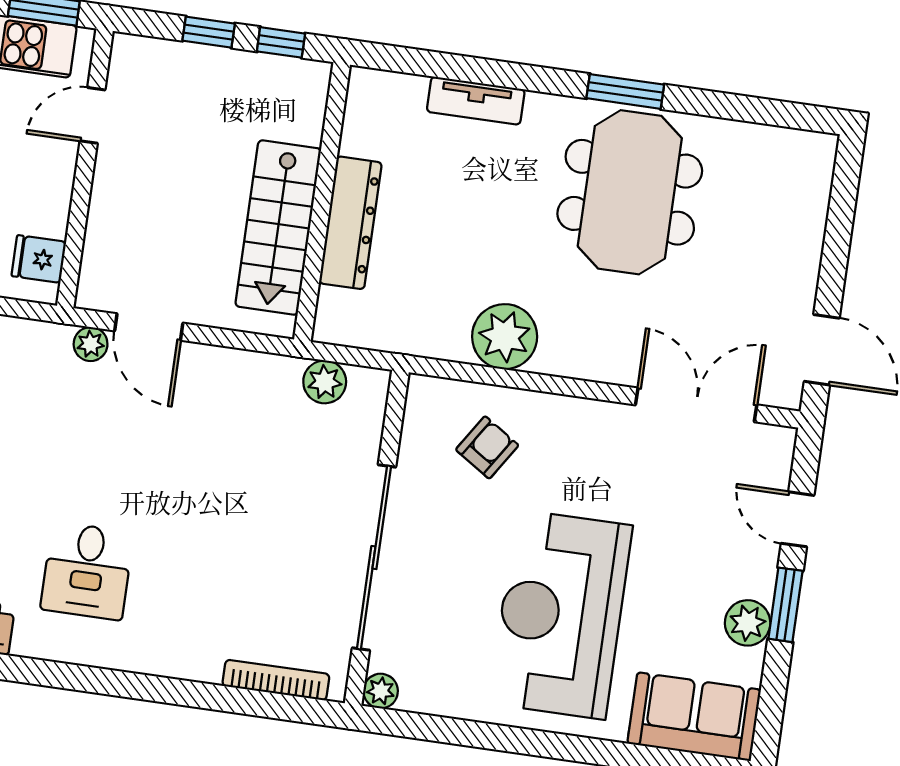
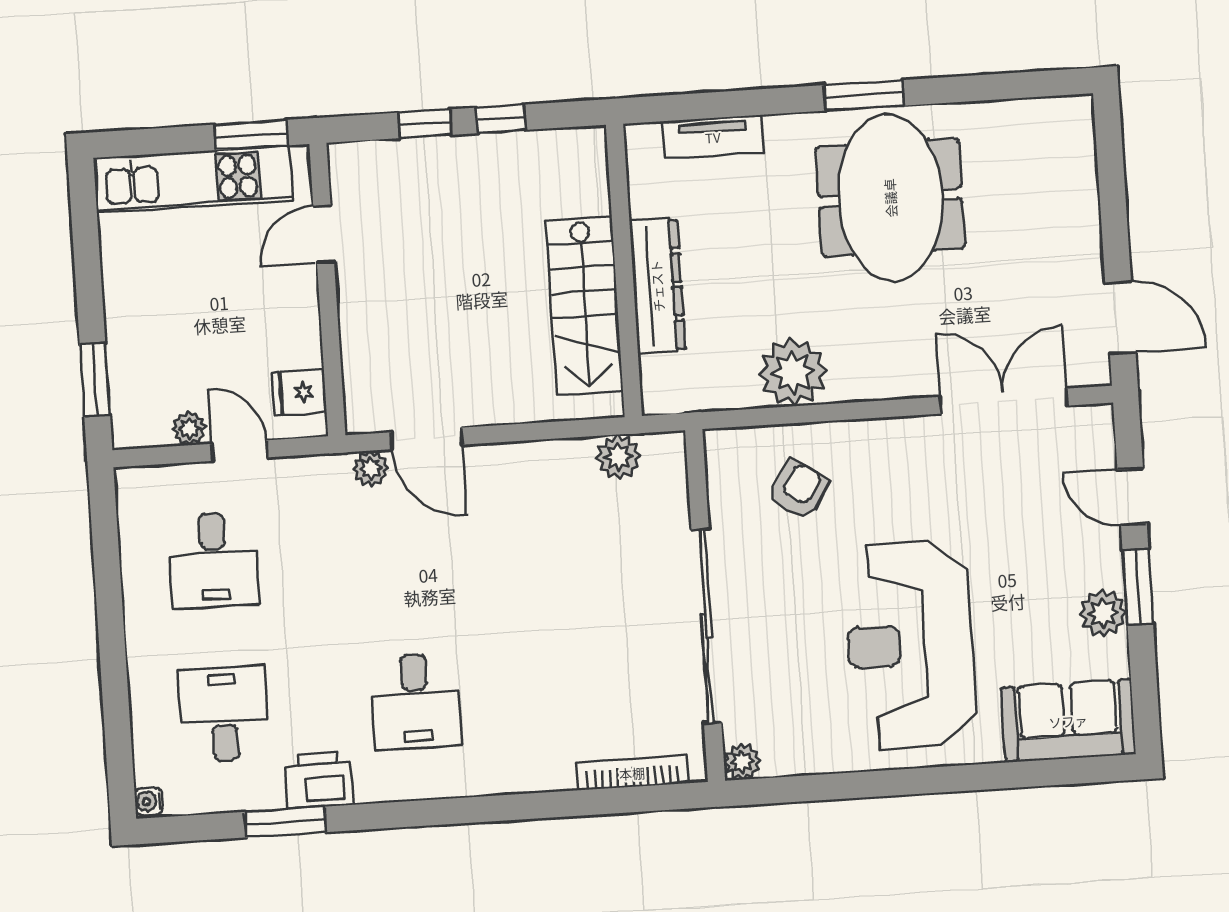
wall: (322, 202) -> (624, 270), moved
dresser: (350, 223) -> (657, 286), moved
stairs: (278, 227) -> (584, 306), moved

